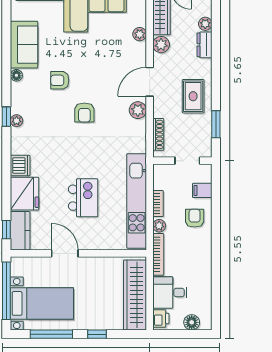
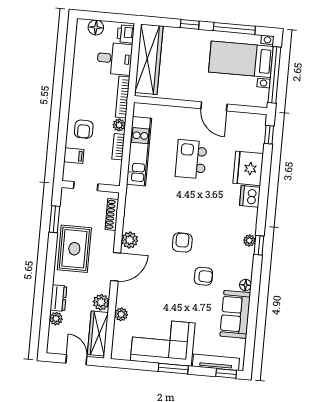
rug: (193, 96) -> (74, 249), width x1.36, depth x1.43
kitchen unit: (137, 201) -> (139, 151), width x0.73
kitchen counter: (20, 231) -> (256, 132), removed

